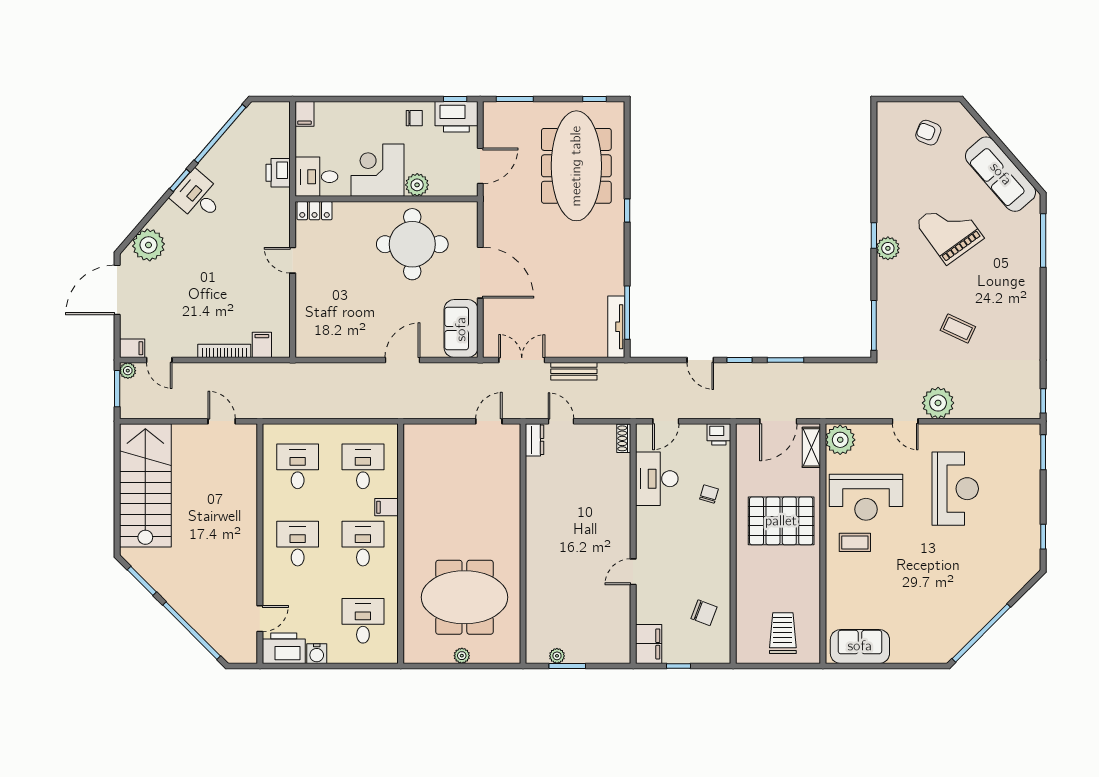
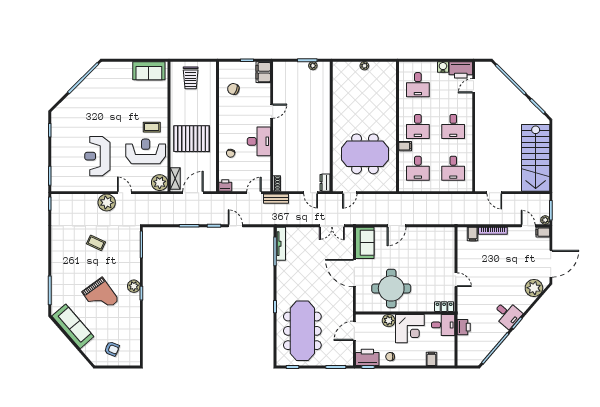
filing cabinet: (304, 114) -> (431, 359), moved
bench: (574, 371) -> (276, 199), moved
desk: (657, 479) -> (259, 141), moved
meeting table: (464, 597) -> (365, 154), moved

